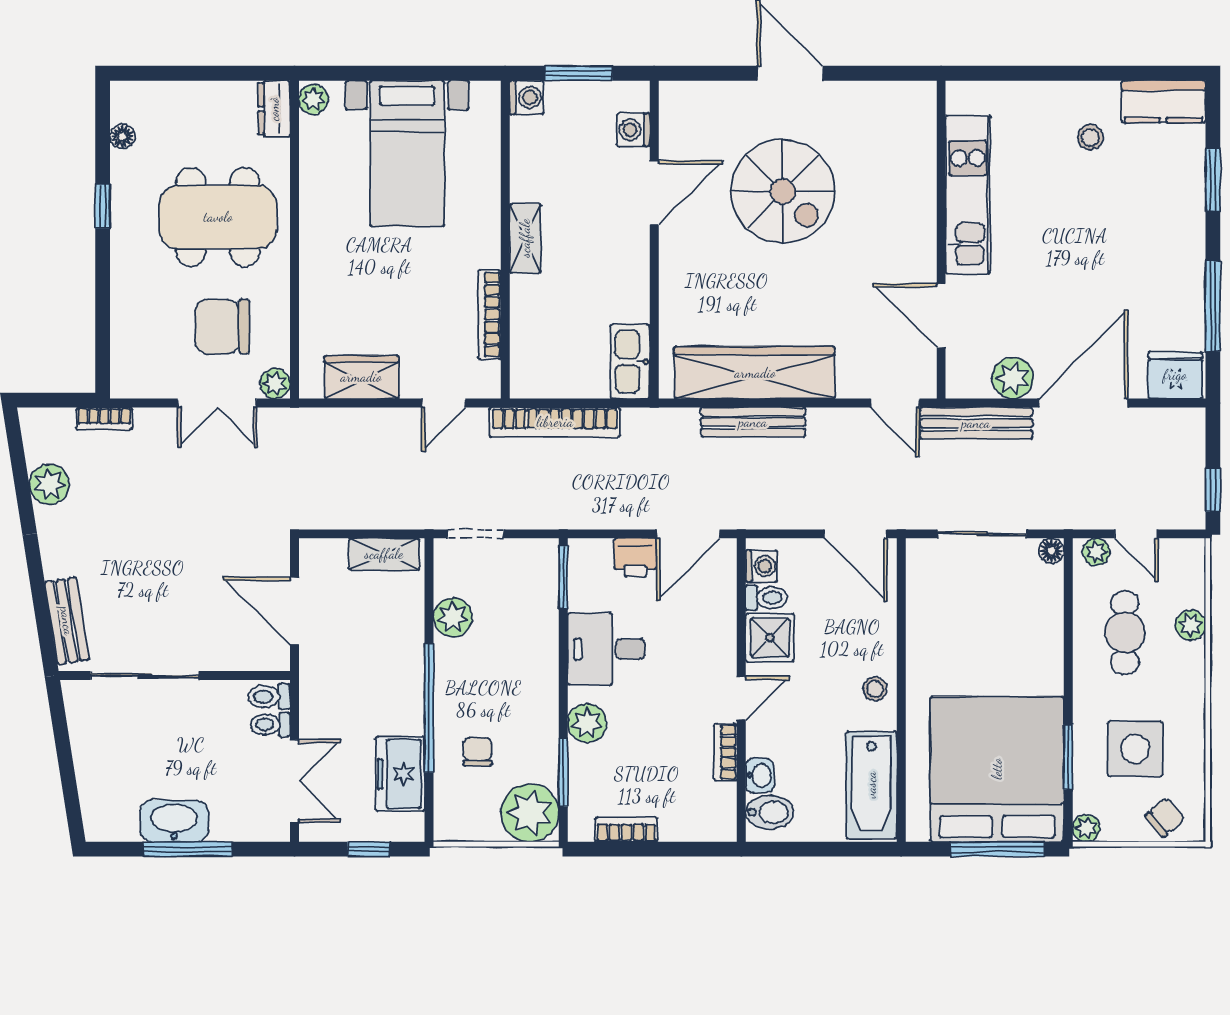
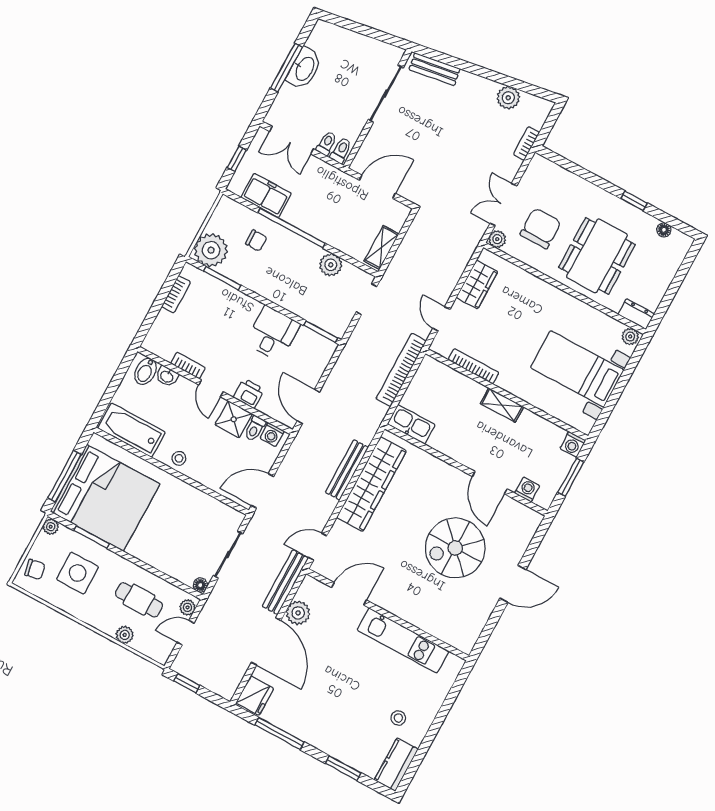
printer: (635, 558) -> (249, 393), moved, turned 90
plant: (587, 723) -> (241, 304), removed
chair: (1165, 817) -> (35, 569), turned -60

